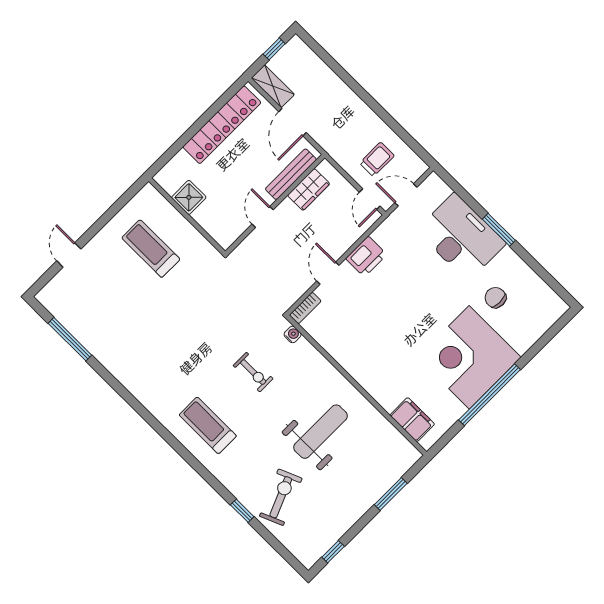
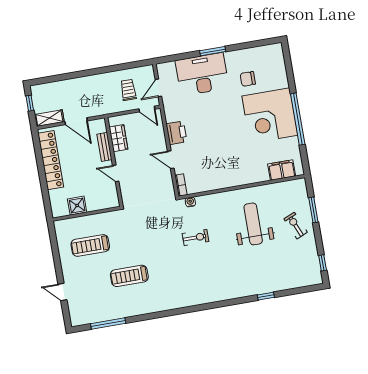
bench: (291, 174) -> (104, 147), width x0.73
treadmill: (208, 425) -> (129, 276), moved
exercise bike: (281, 497) -> (296, 226), moved, width x0.73, depth x0.72

